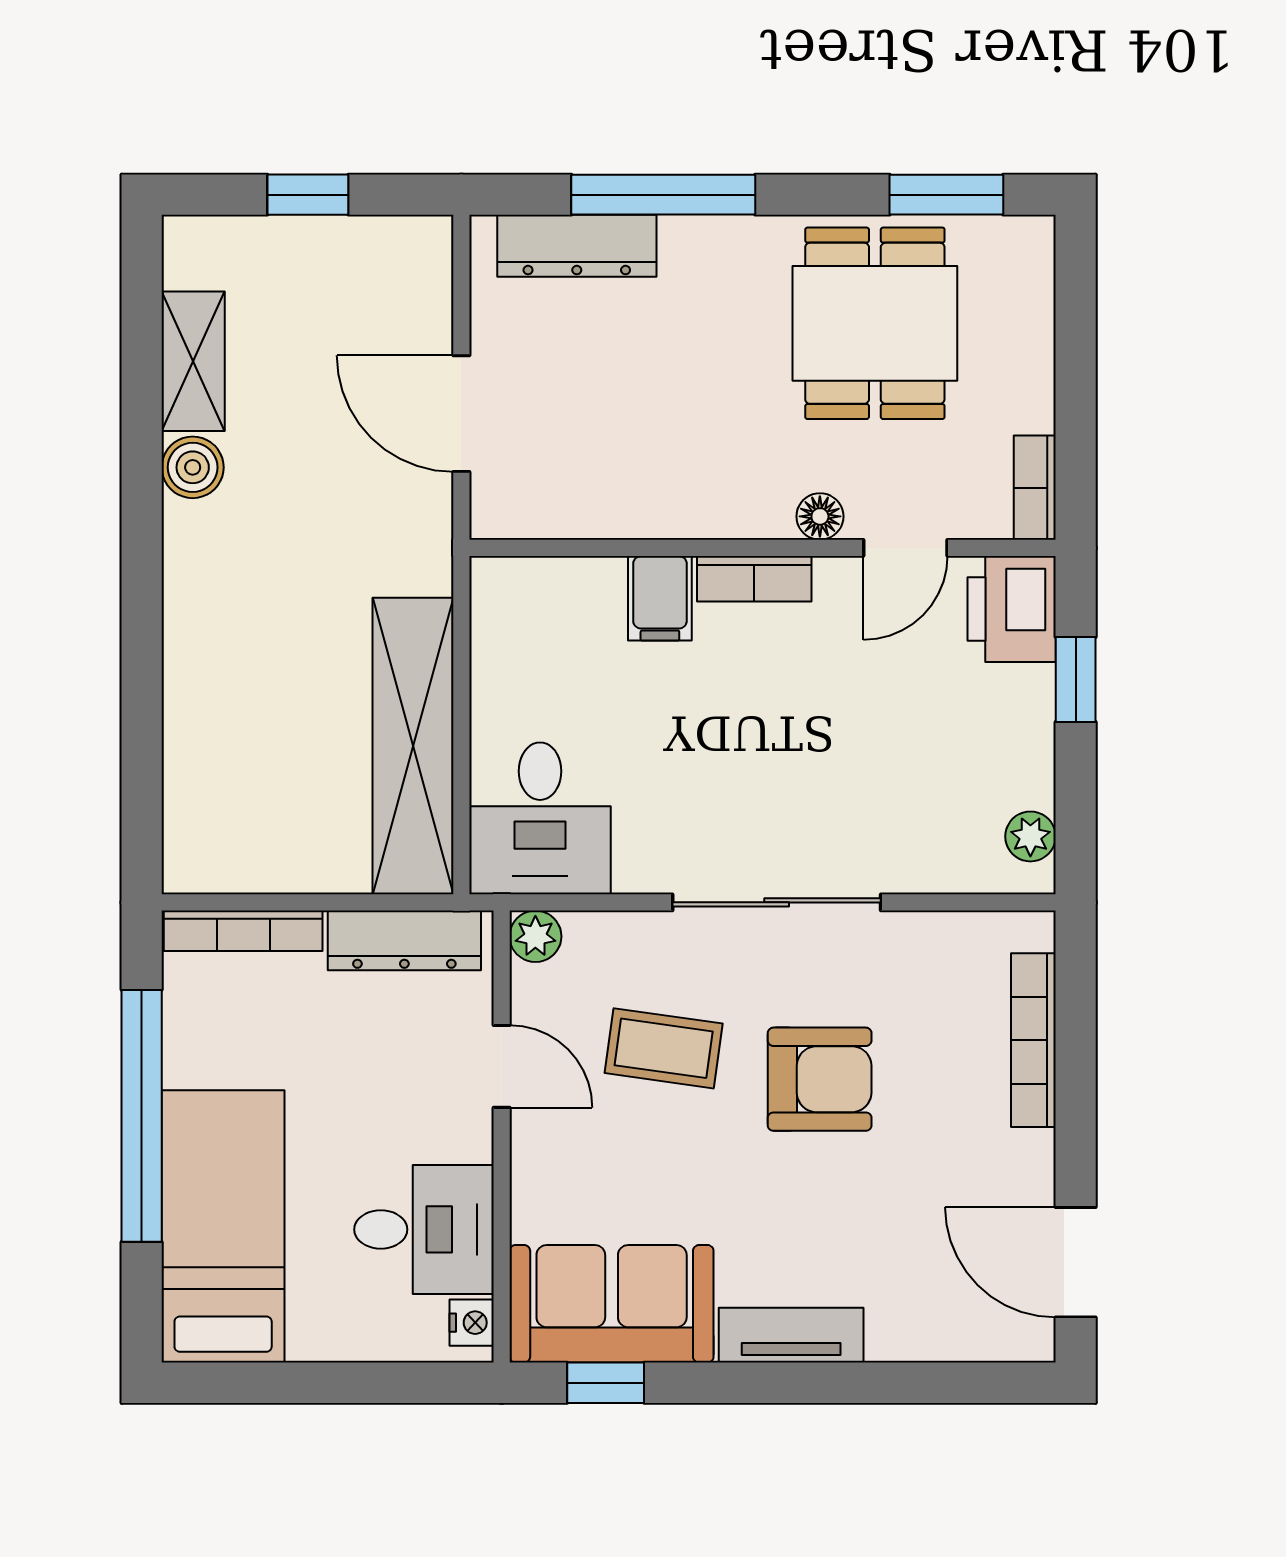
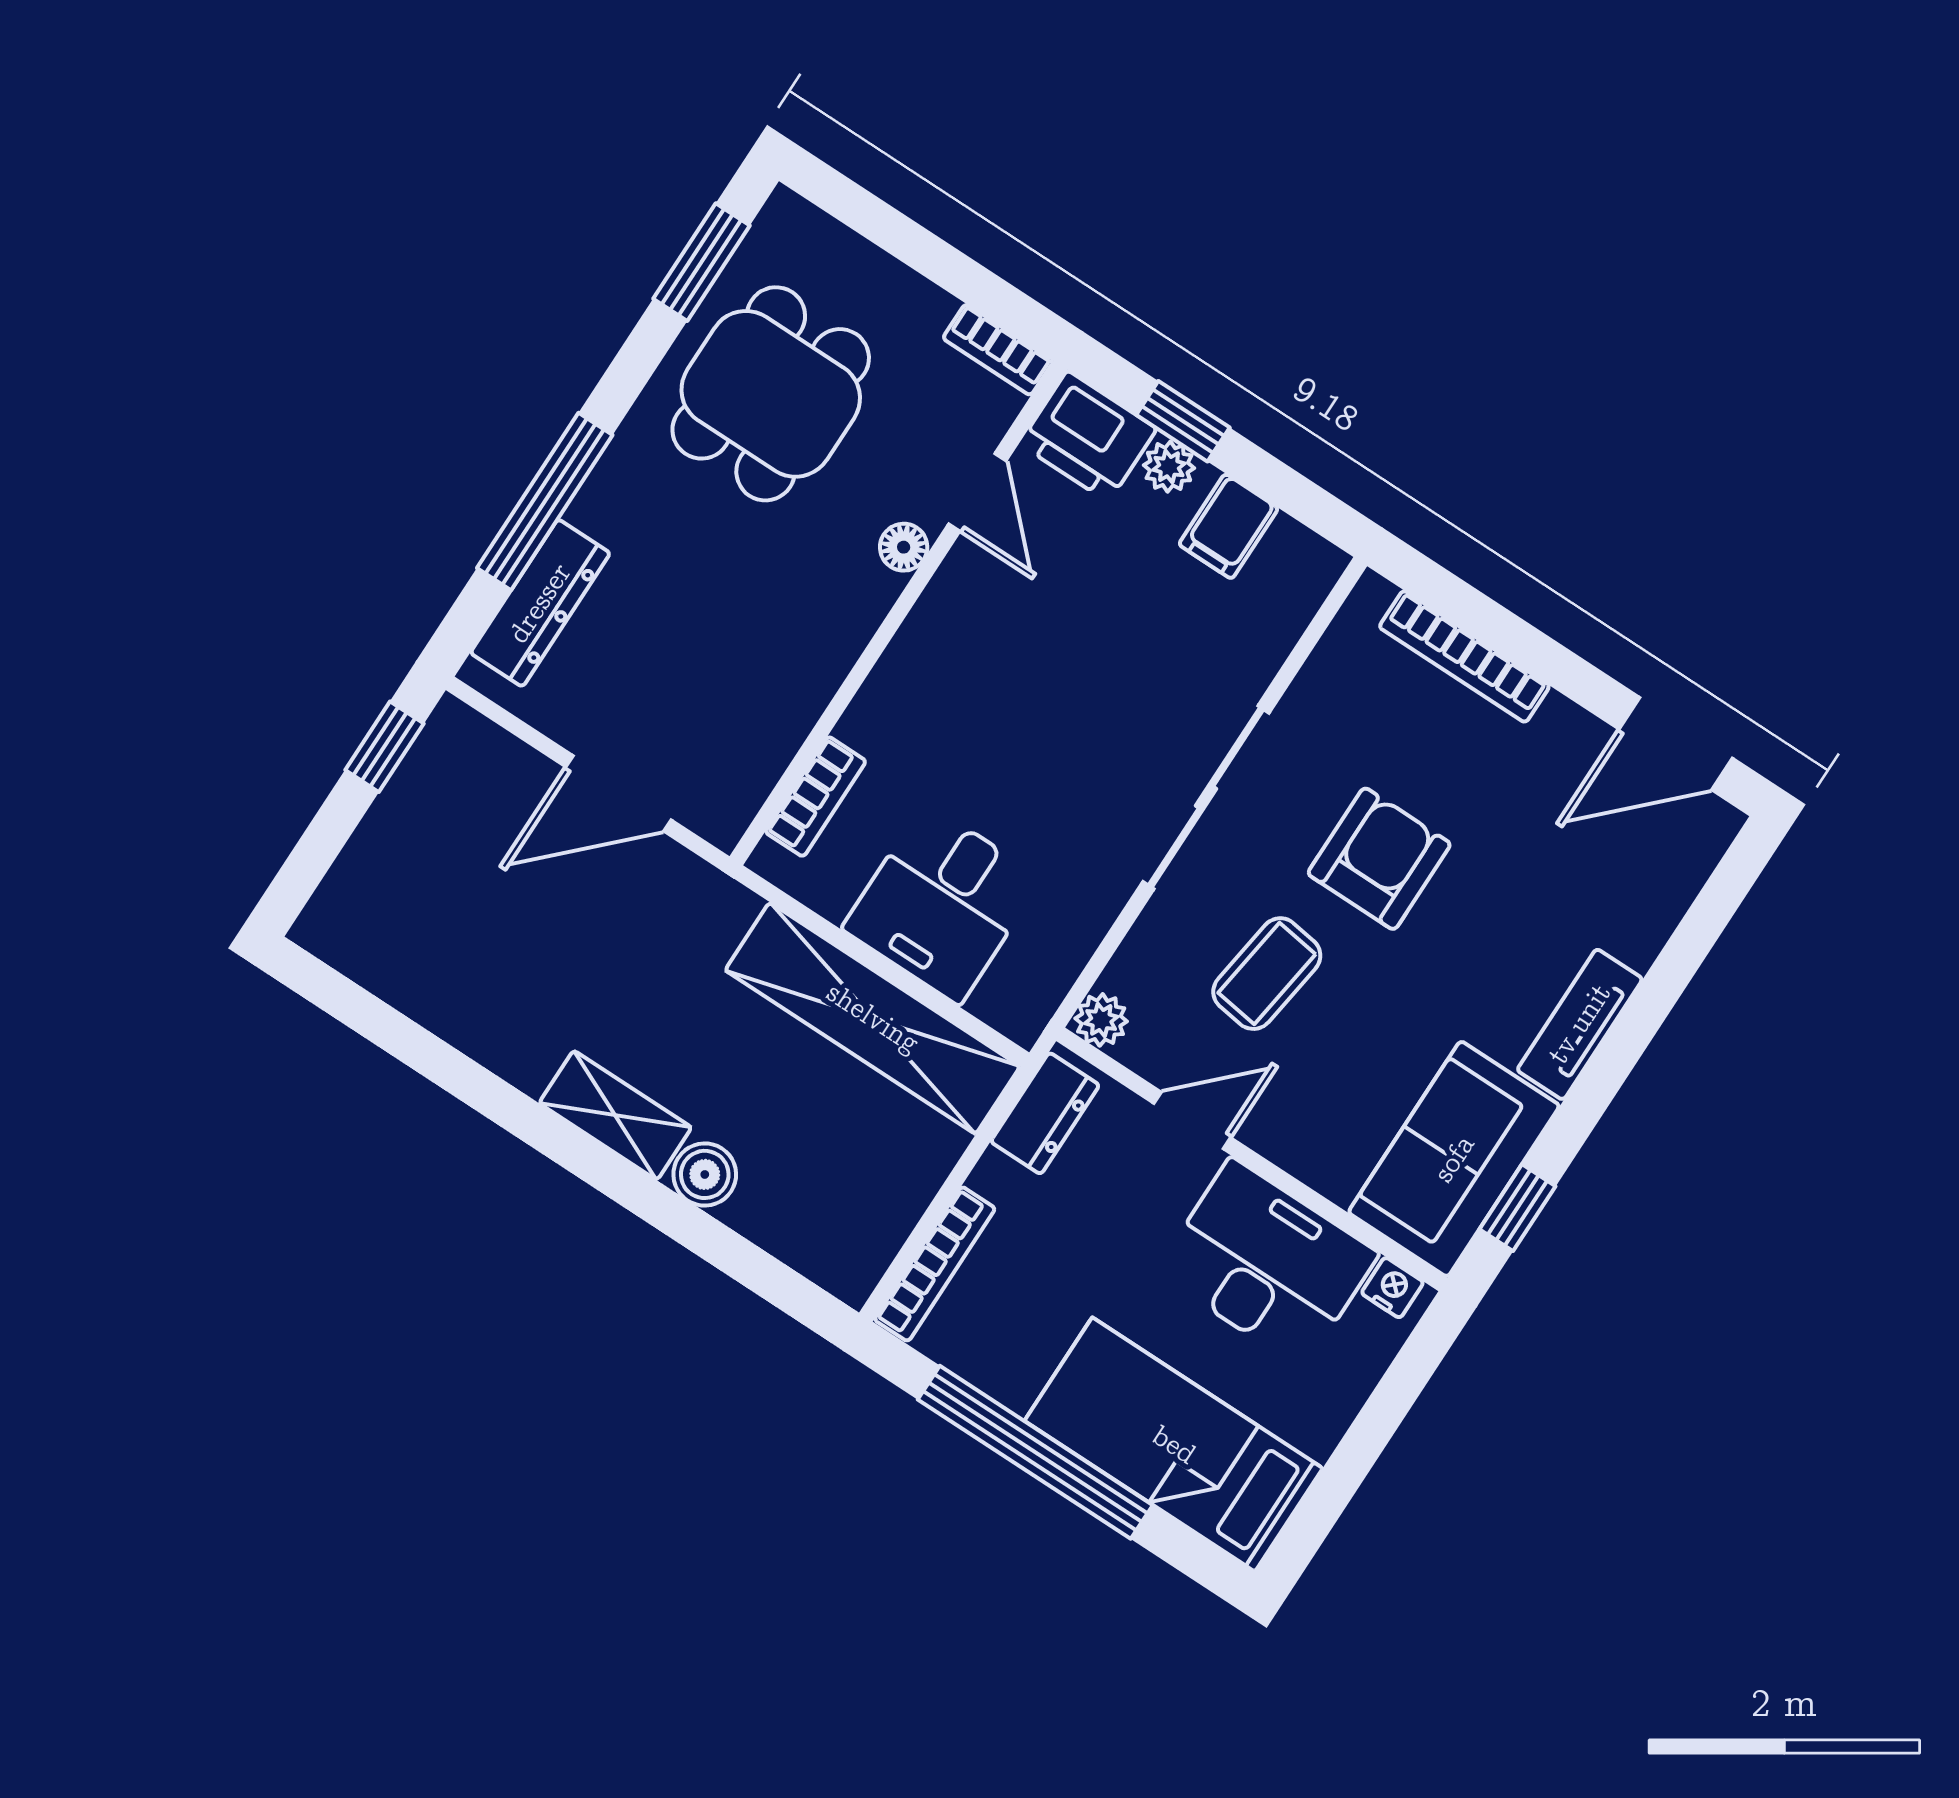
window: (308, 195) -> (384, 747), moved
dining table: (875, 323) -> (771, 394), turned 90
shelving: (193, 361) -> (615, 1115), moved
boiler: (193, 467) -> (705, 1174), moved
bookcase: (754, 579) -> (816, 797), moved
filing cabinet: (660, 598) -> (1228, 526), moved, turned 90
desk: (540, 818) -> (942, 904), moved, turned 90
plant: (1030, 836) -> (1169, 467), moved
dresser: (404, 940) -> (1045, 1113), width x0.70
desk: (424, 1229) -> (1267, 1263), width x1.37

